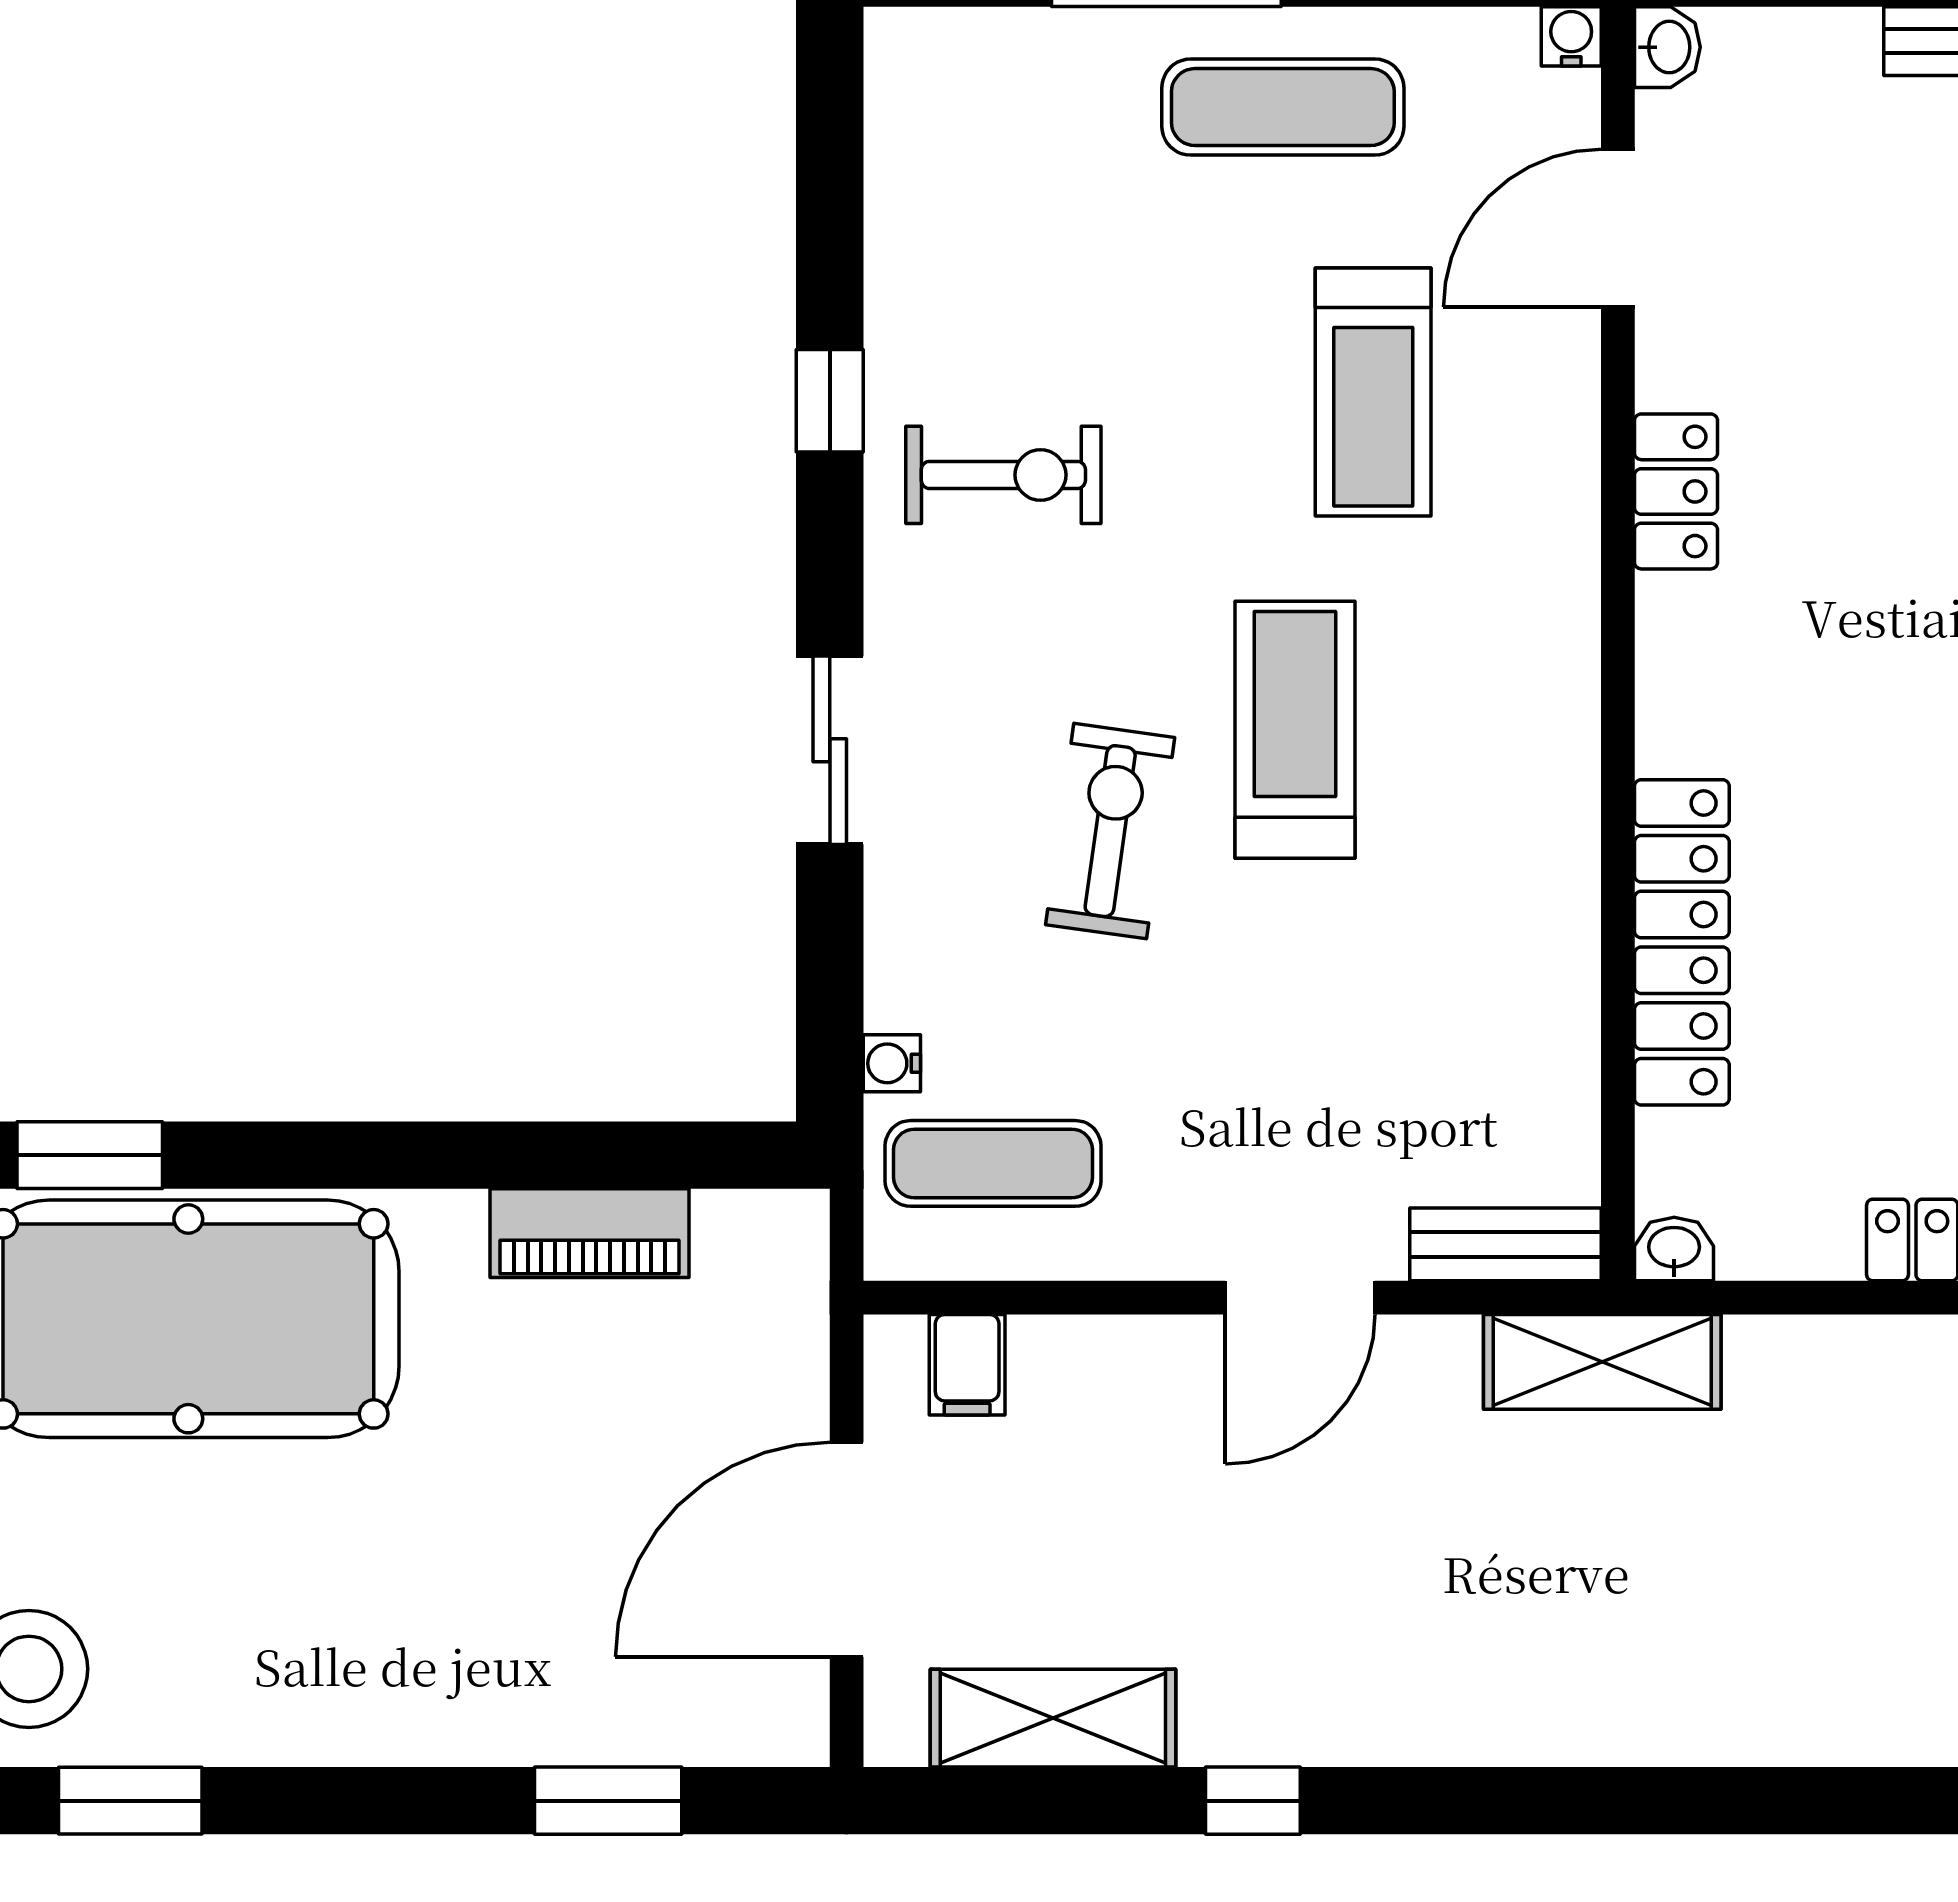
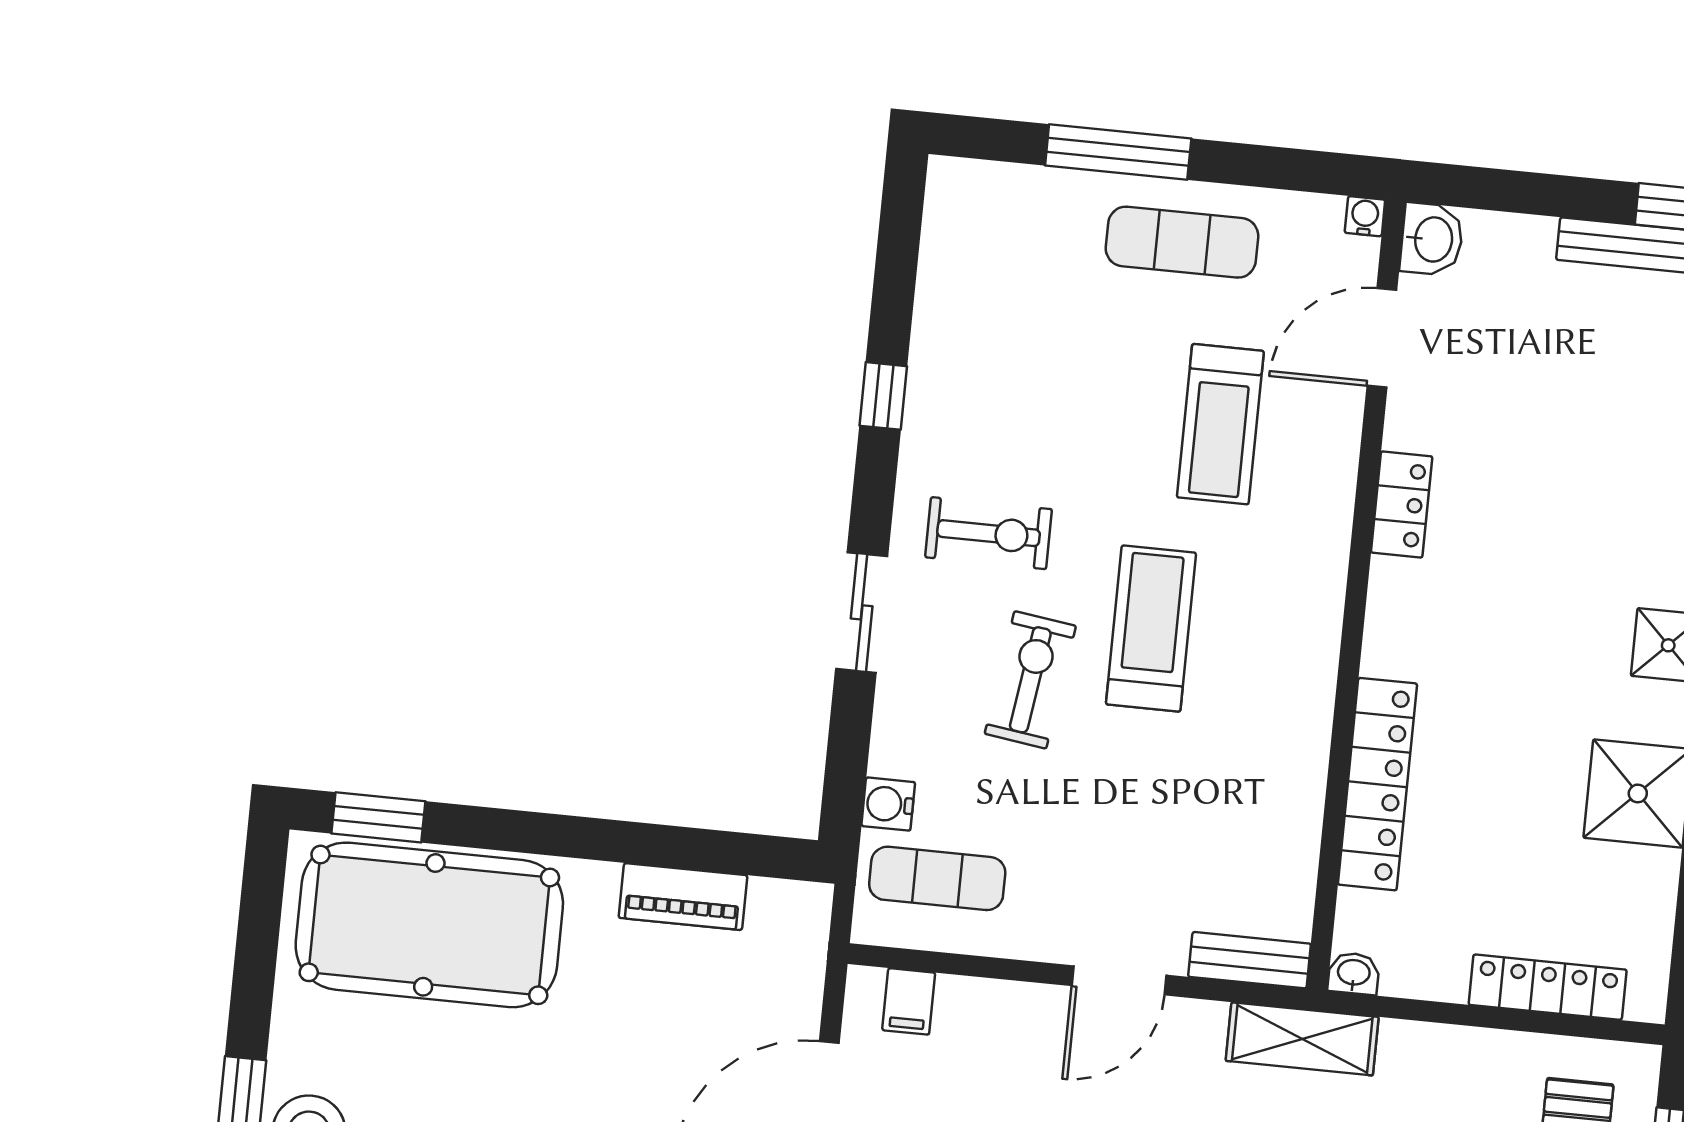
washbasin: (1667, 47) -> (1432, 239), width x1.38, depth x1.45
exercise bike: (1003, 475) -> (989, 533), moved
water cooler: (892, 1063) -> (888, 804), width x1.38, depth x1.38

